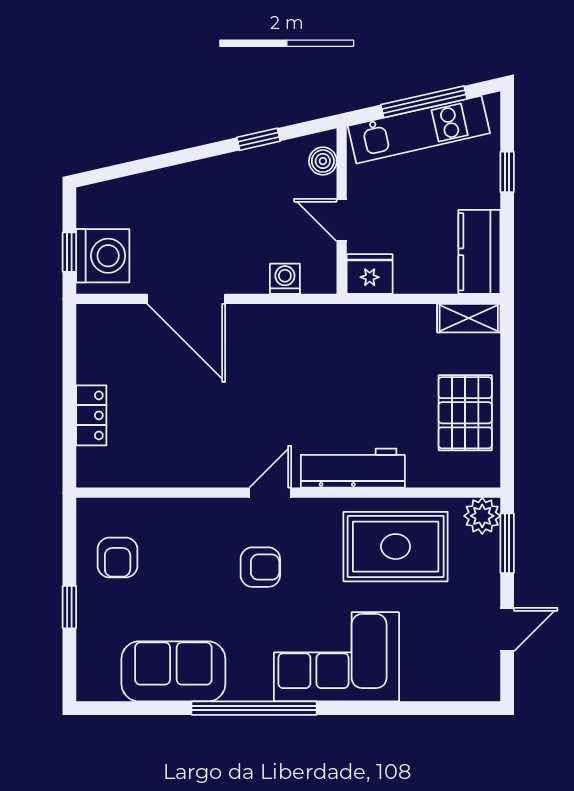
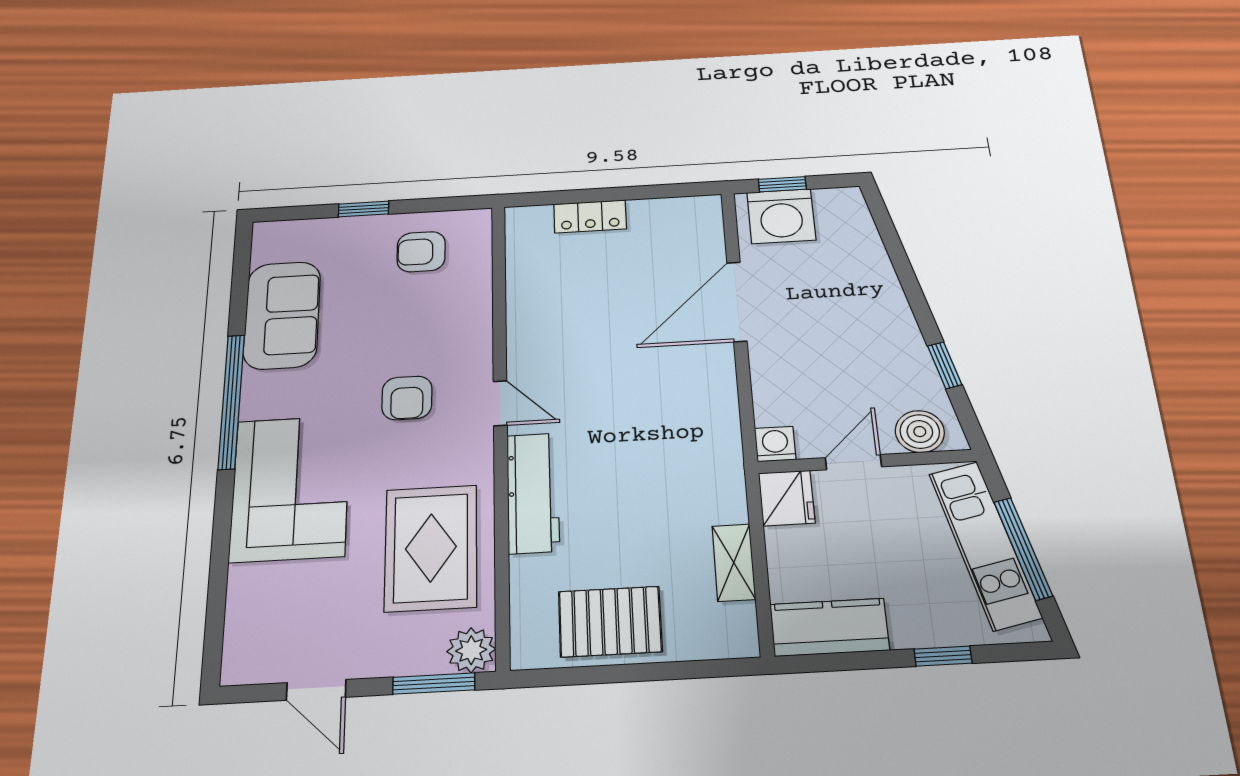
boiler: (323, 161) -> (920, 432), width x1.36, depth x1.36
washing machine: (285, 279) -> (775, 444), moved, turned -90
shelving: (469, 318) -> (734, 563), moved

